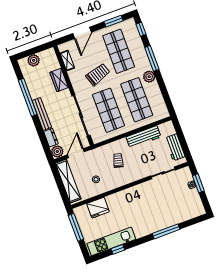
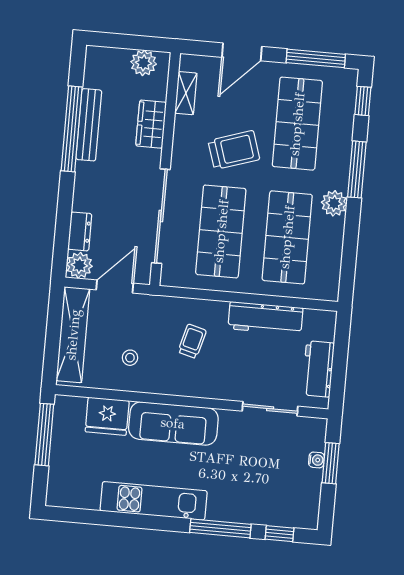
window: (113, 21) -> (316, 58), width x1.44
plant: (34, 60) -> (144, 63), moved
bench: (42, 114) -> (89, 125), moved
sofa: (126, 198) -> (173, 423), added
kitchen unit: (111, 241) -> (154, 501), moved
window: (118, 249) -> (279, 534), moved

